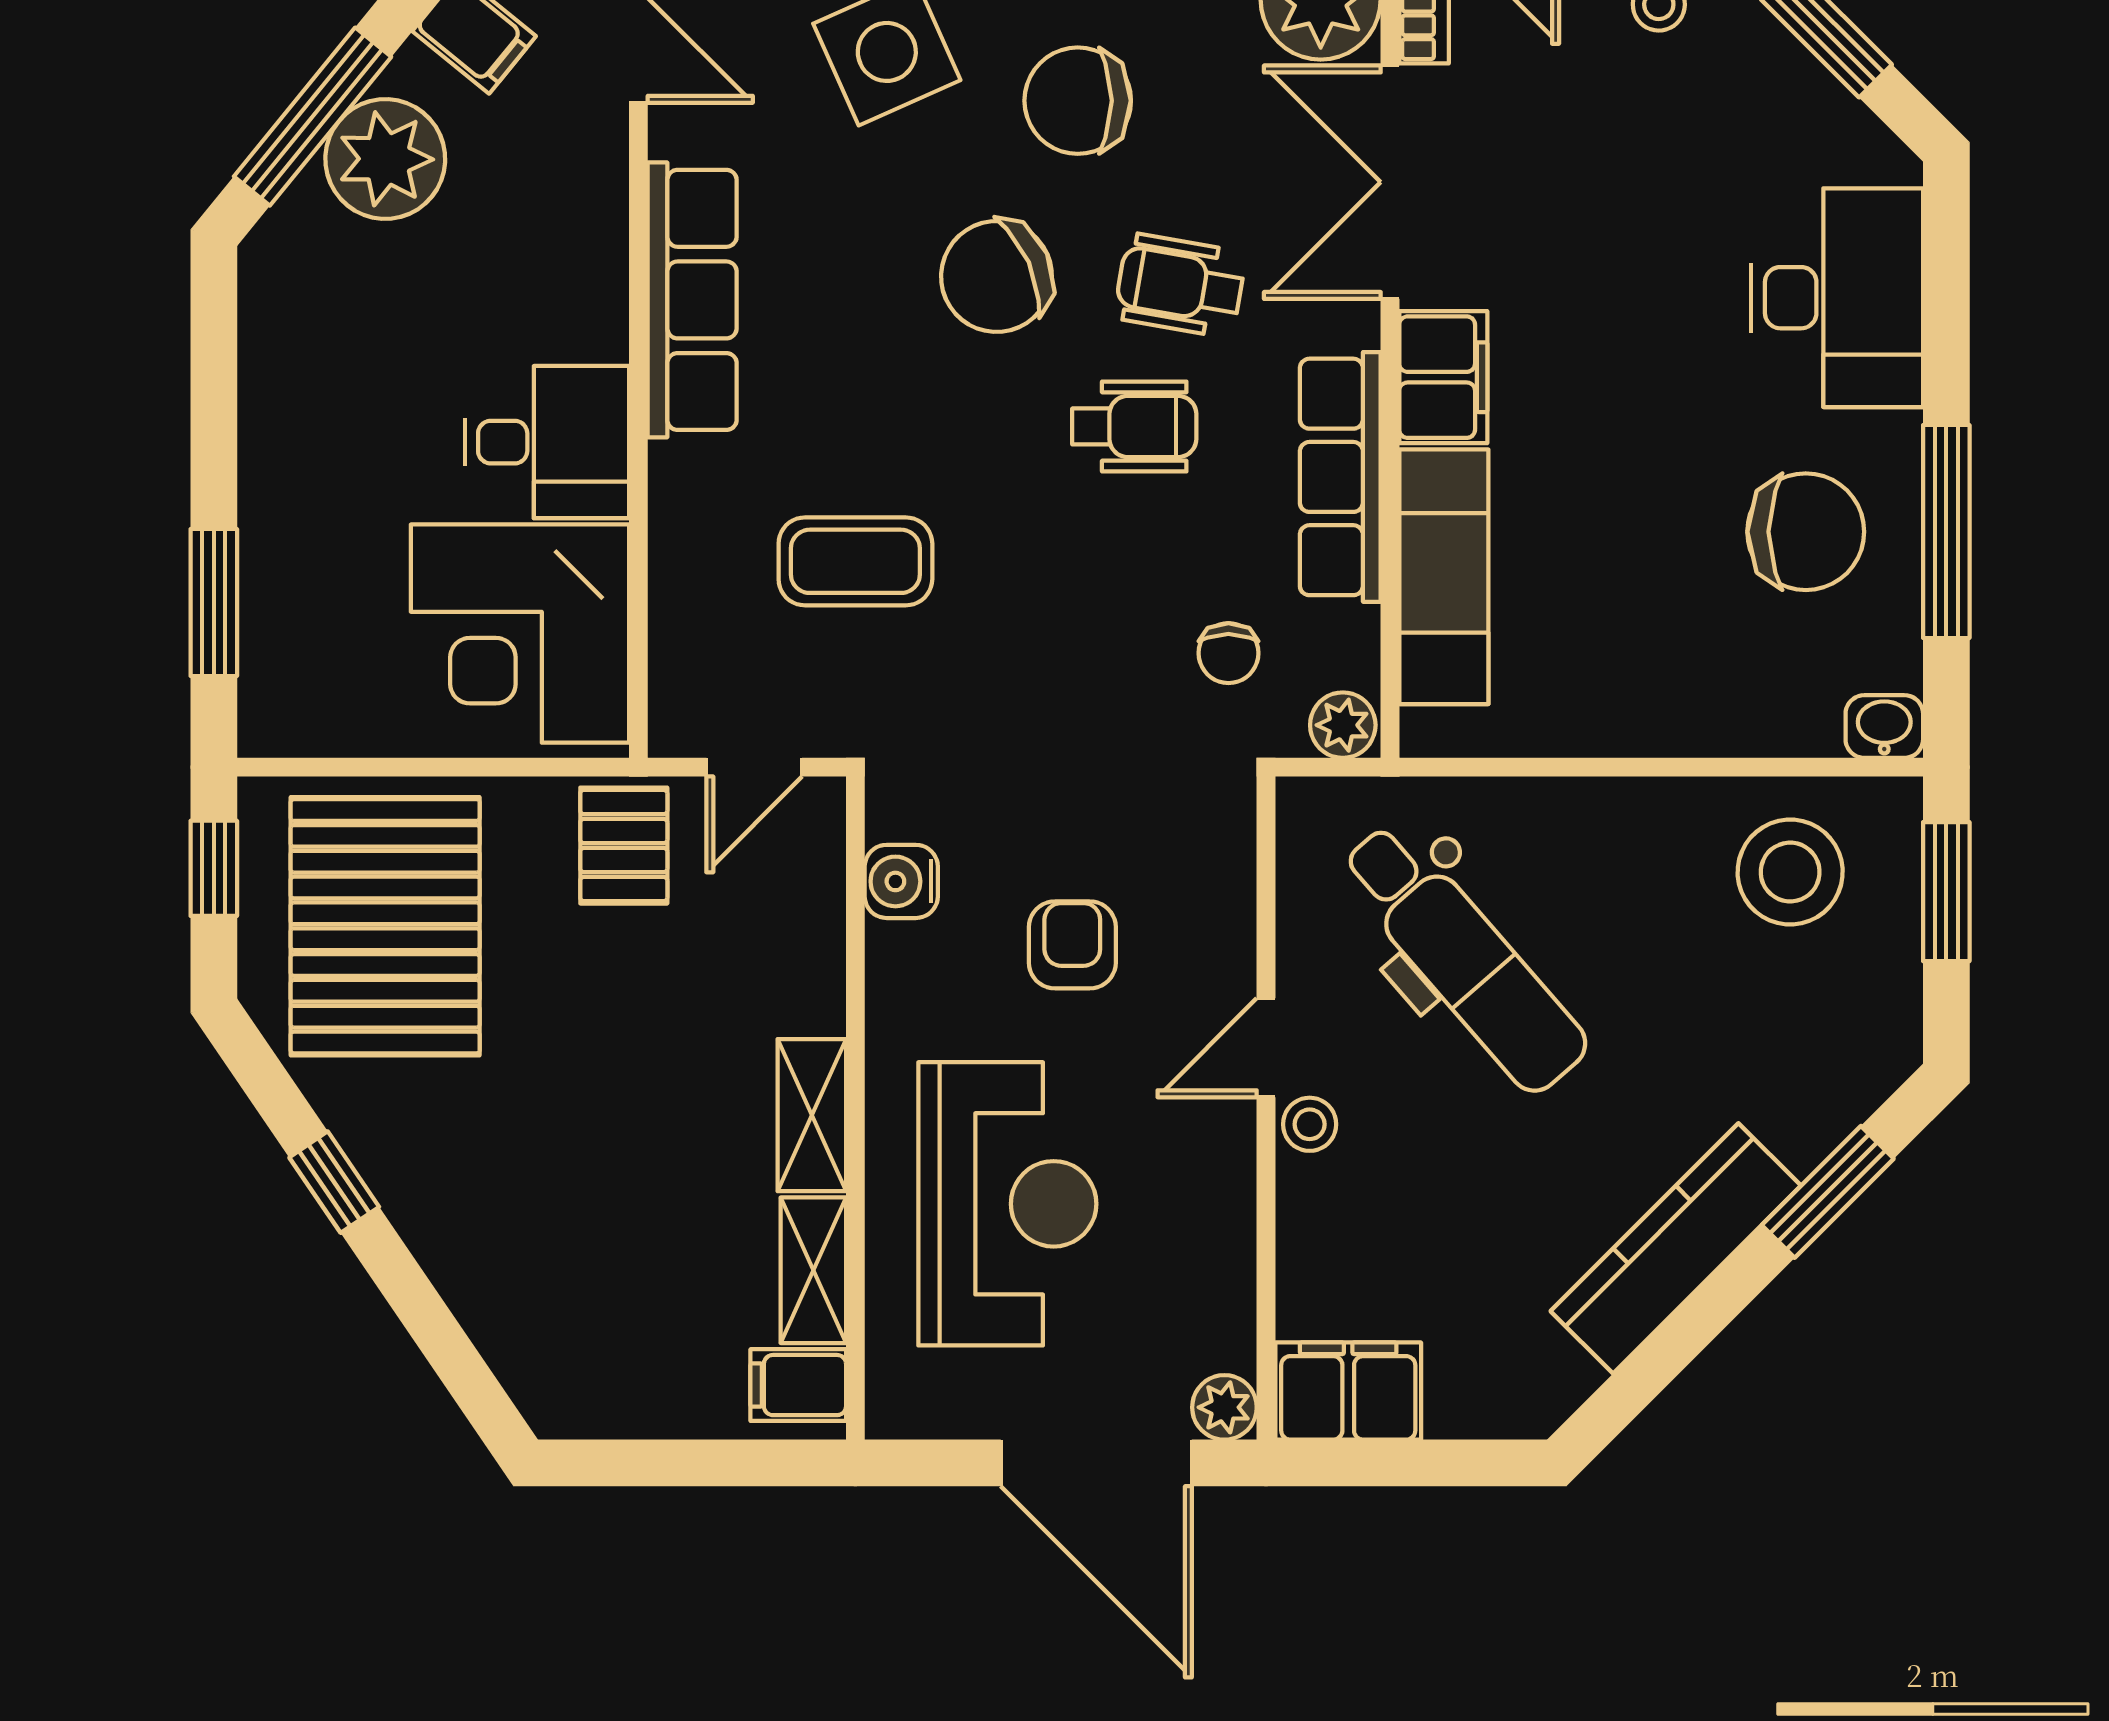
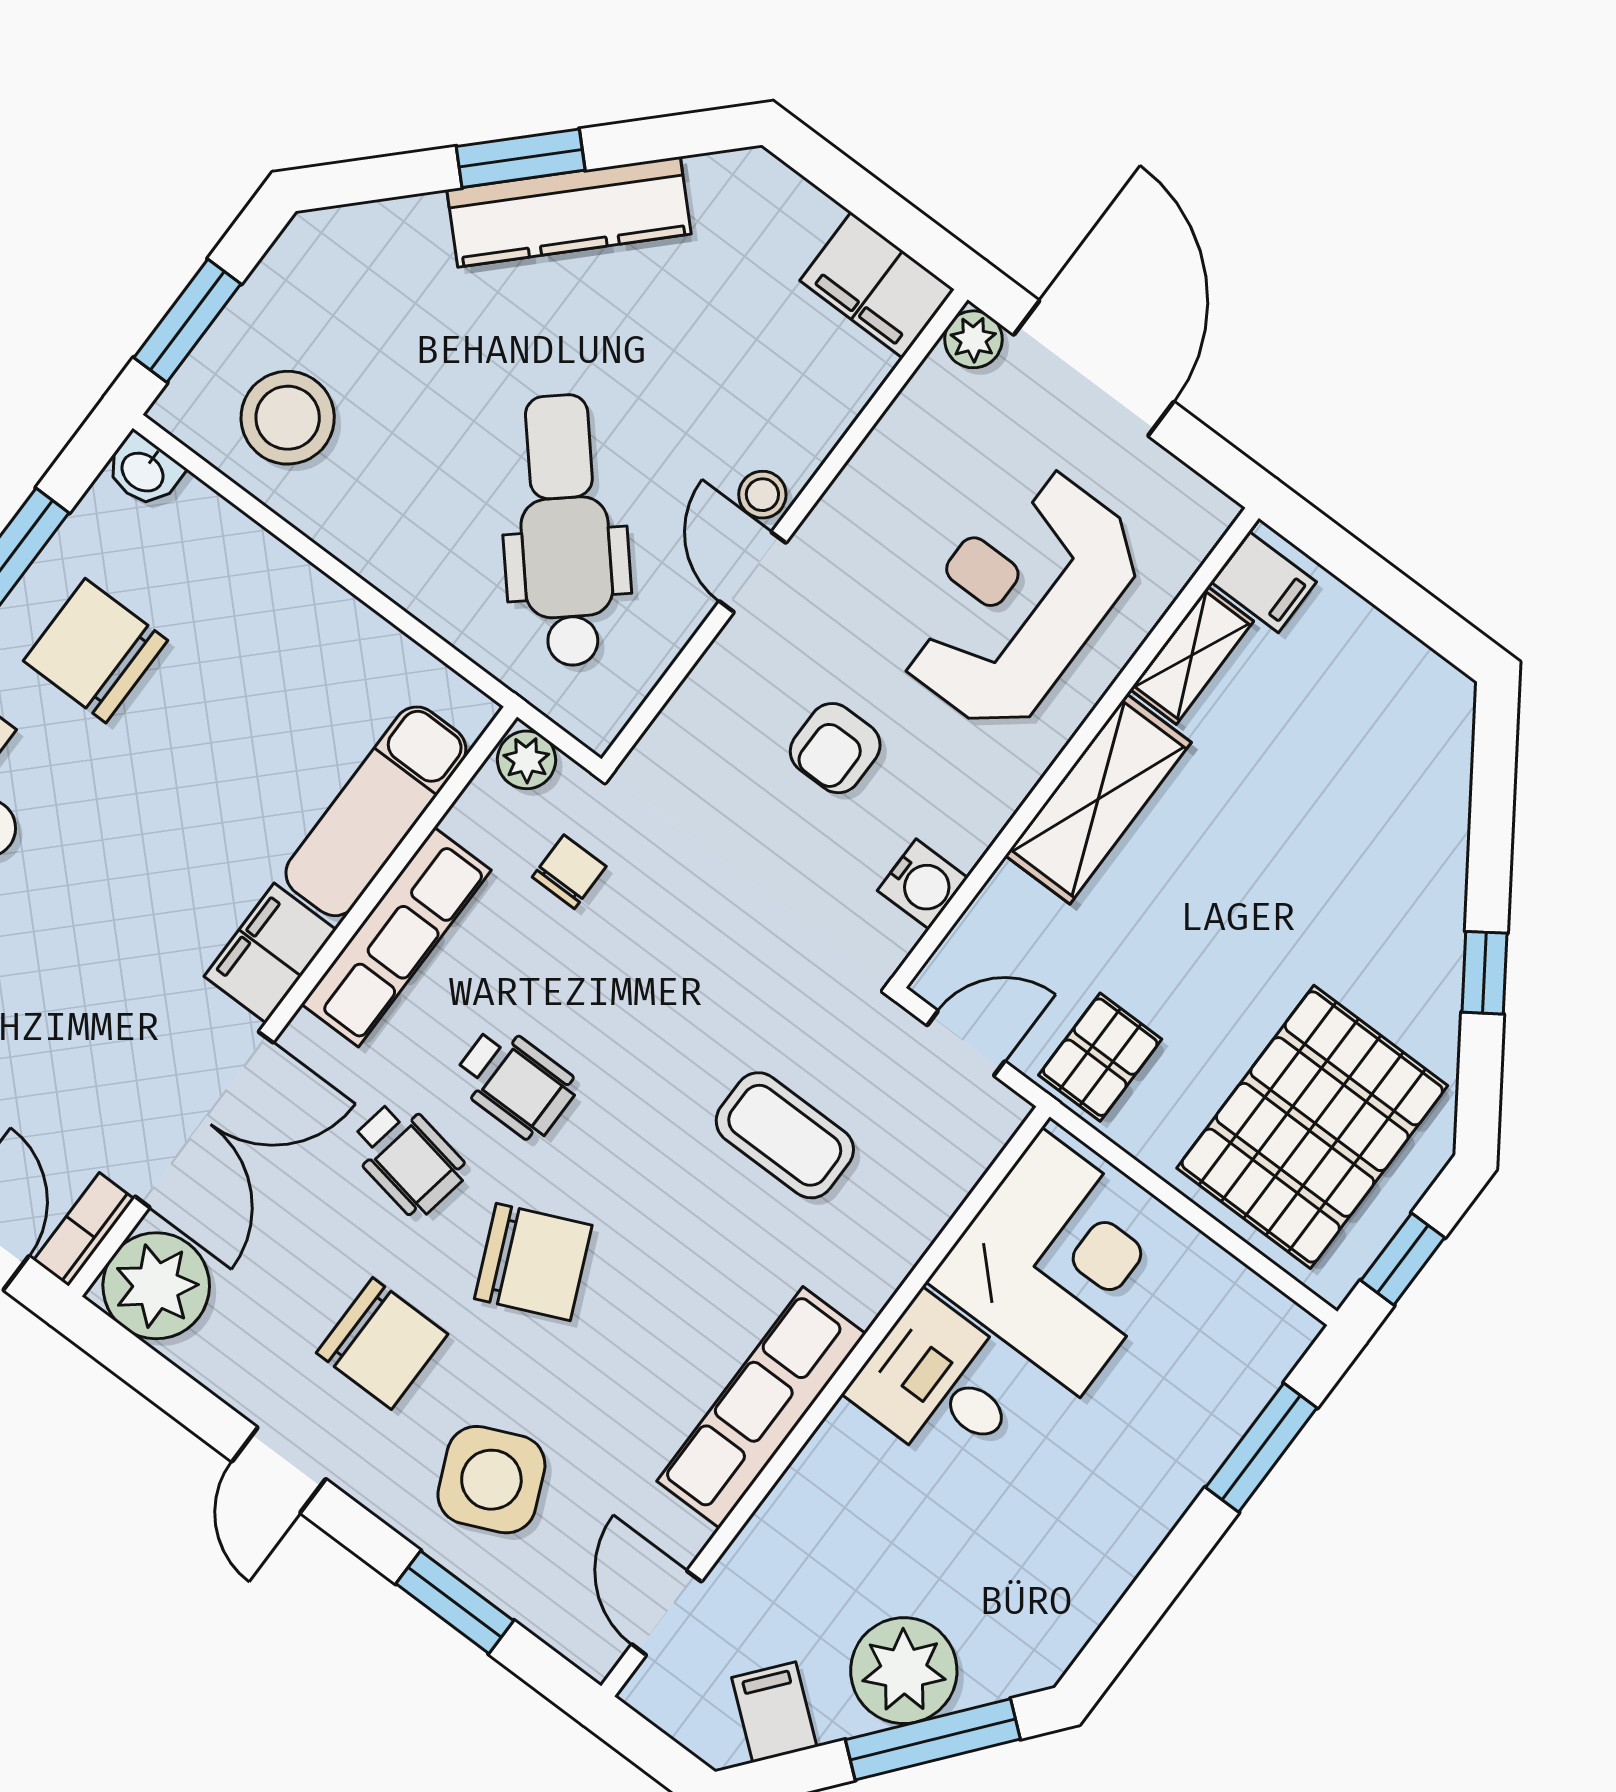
wheelchair: (1134, 426) -> (515, 1083), turned 180
door: (1266, 1048) -> (753, 572), swing flipped
shelving: (812, 1115) -> (1098, 799), width x1.50, depth x1.33
window: (1828, 1192) -> (521, 158), moved

